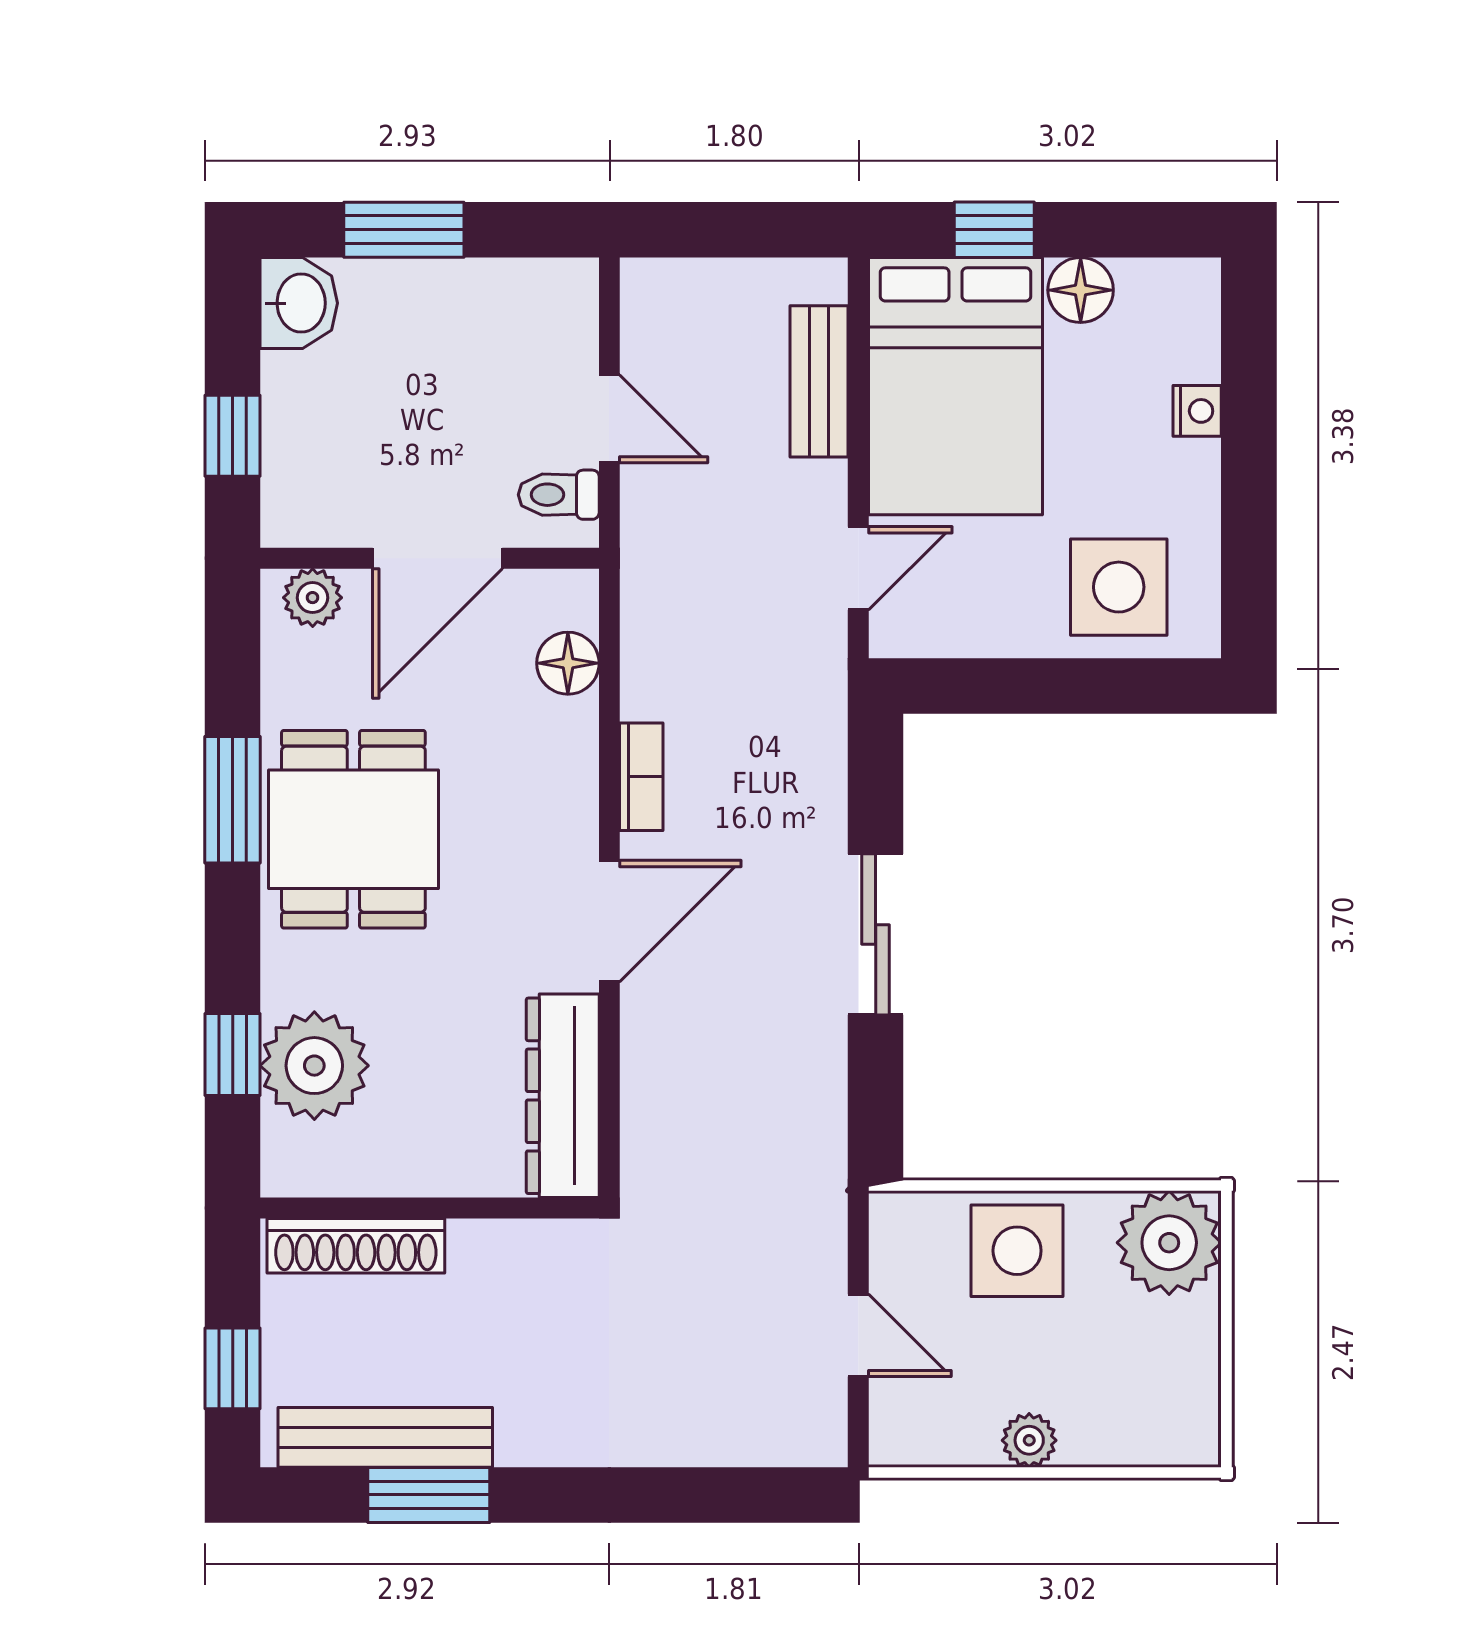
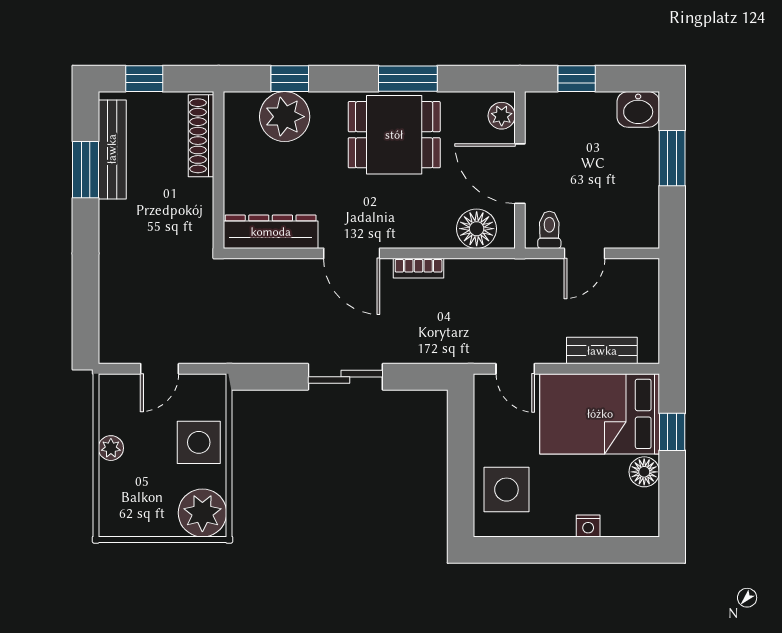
floor lamp: (568, 663) -> (477, 229), width x1.38, depth x1.38

